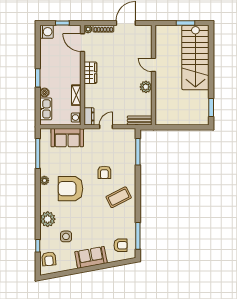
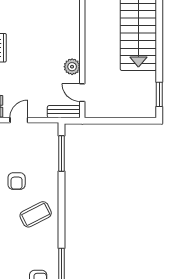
door: (154, 65) -> (82, 93), moved

